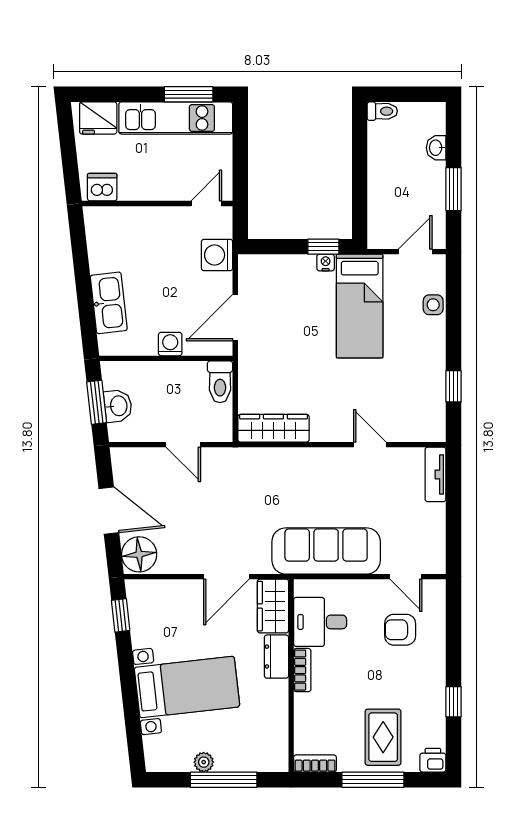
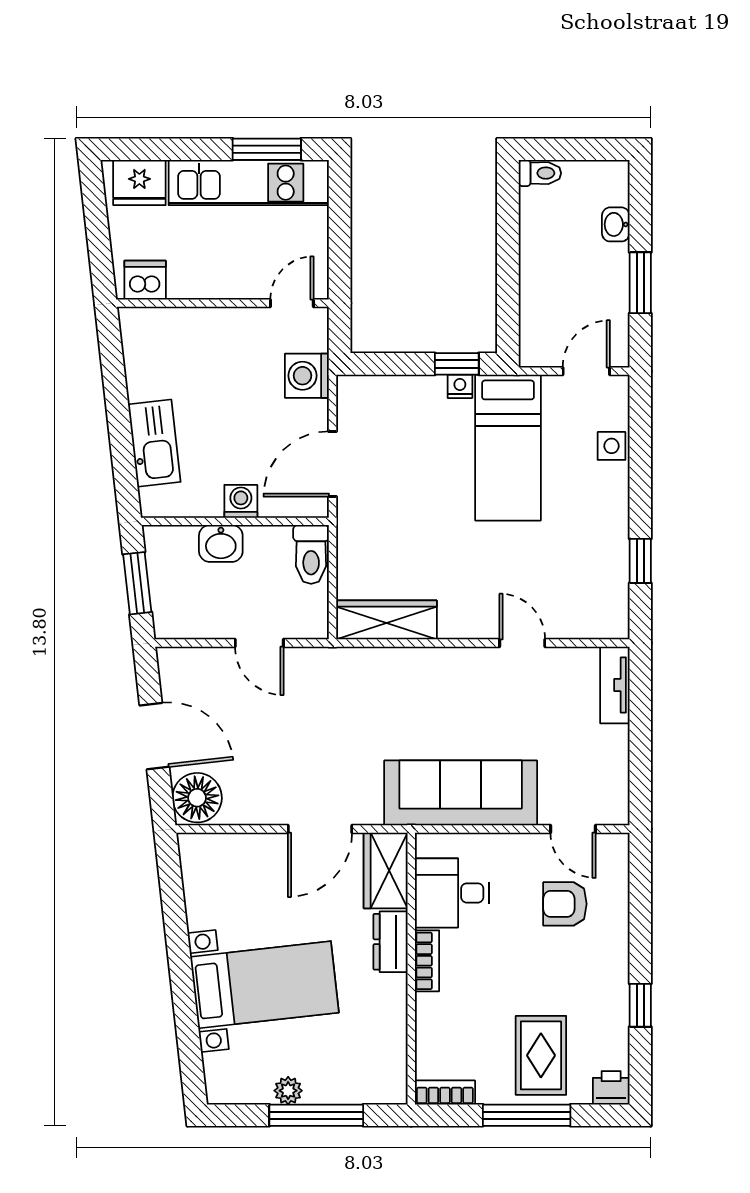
washbasin: (118, 406) -> (221, 543), moved, turned 96
window: (121, 615) -> (171, 884), removed

